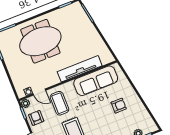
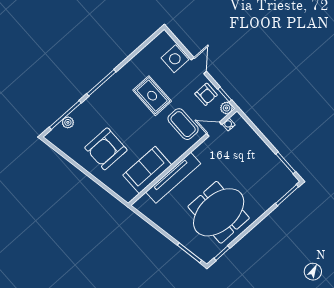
meeting table: (40, 41) -> (219, 212), moved
sofa: (96, 81) -> (147, 170), width x0.73
armchair: (119, 106) -> (106, 149), width x1.88, depth x1.88

